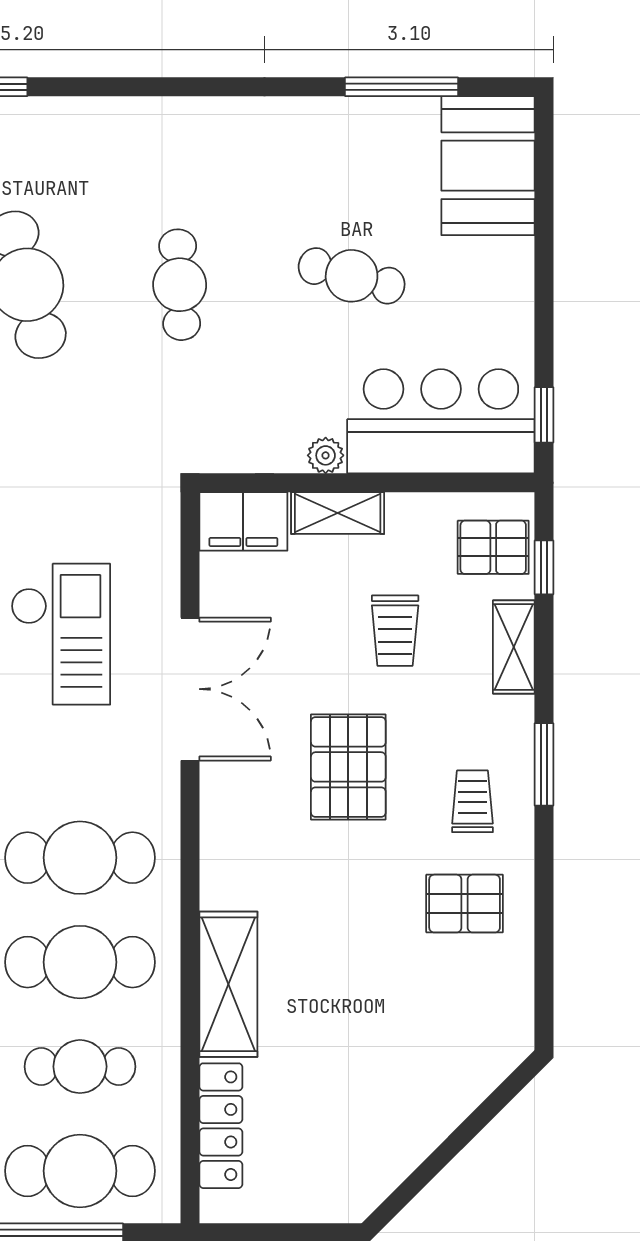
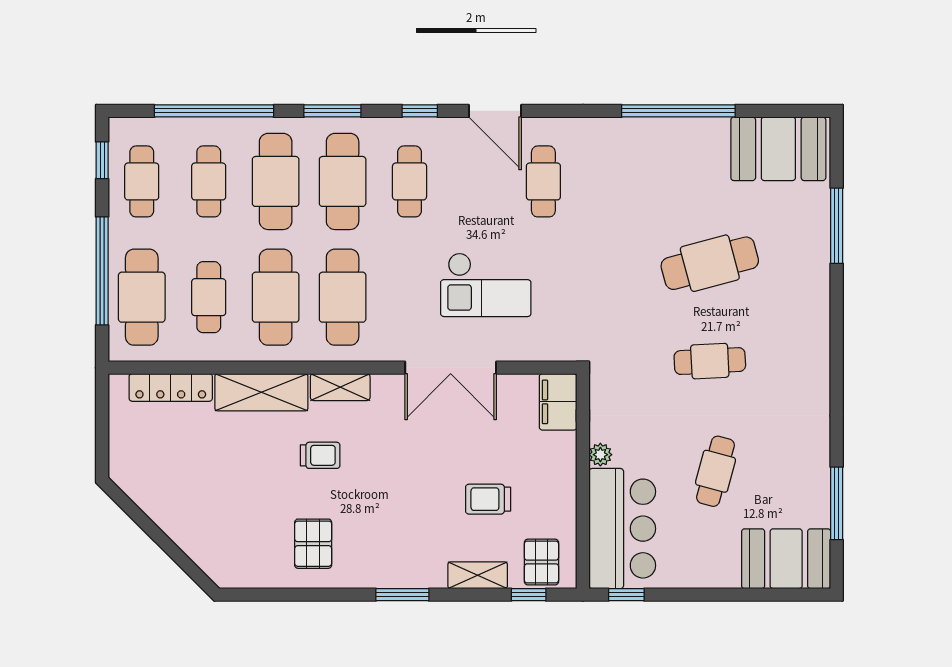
shelving: (338, 513) -> (340, 387), moved, turned 90
pallet: (348, 767) -> (401, 469), removed
trolley: (472, 801) -> (320, 455), moved

